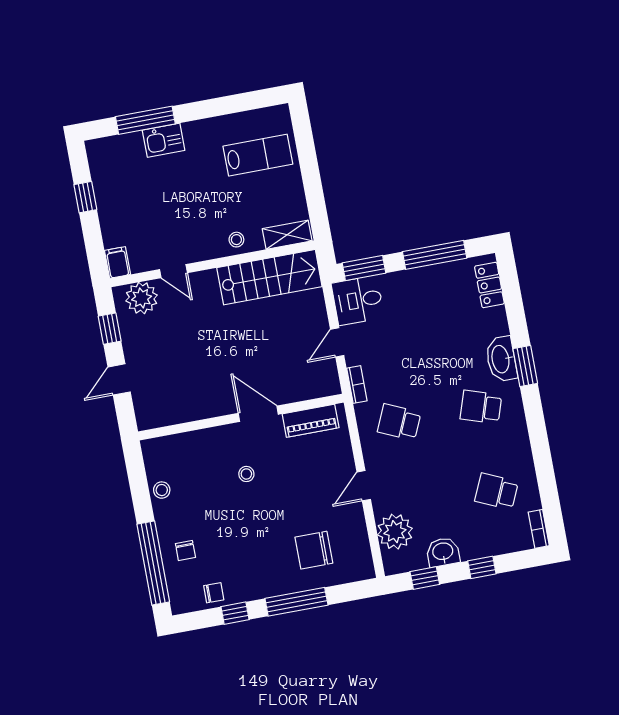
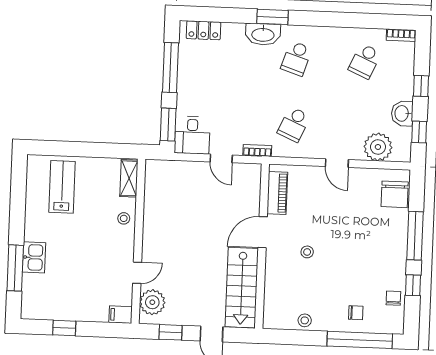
stairs: (269, 277) -> (242, 288), moved, turned 180
chair: (314, 550) -> (395, 194), moved

